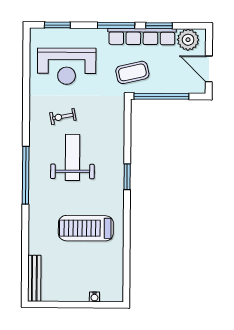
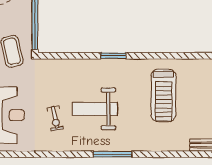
window: (26, 175) -> (112, 154), width x0.68

